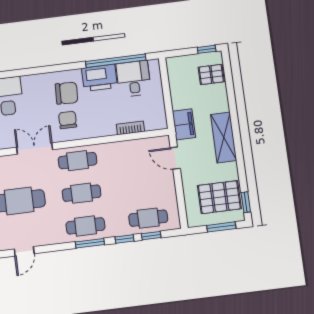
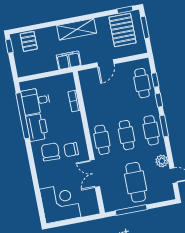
door: (175, 158) -> (105, 63), moved
plant: (44, 237) -> (162, 161), added

